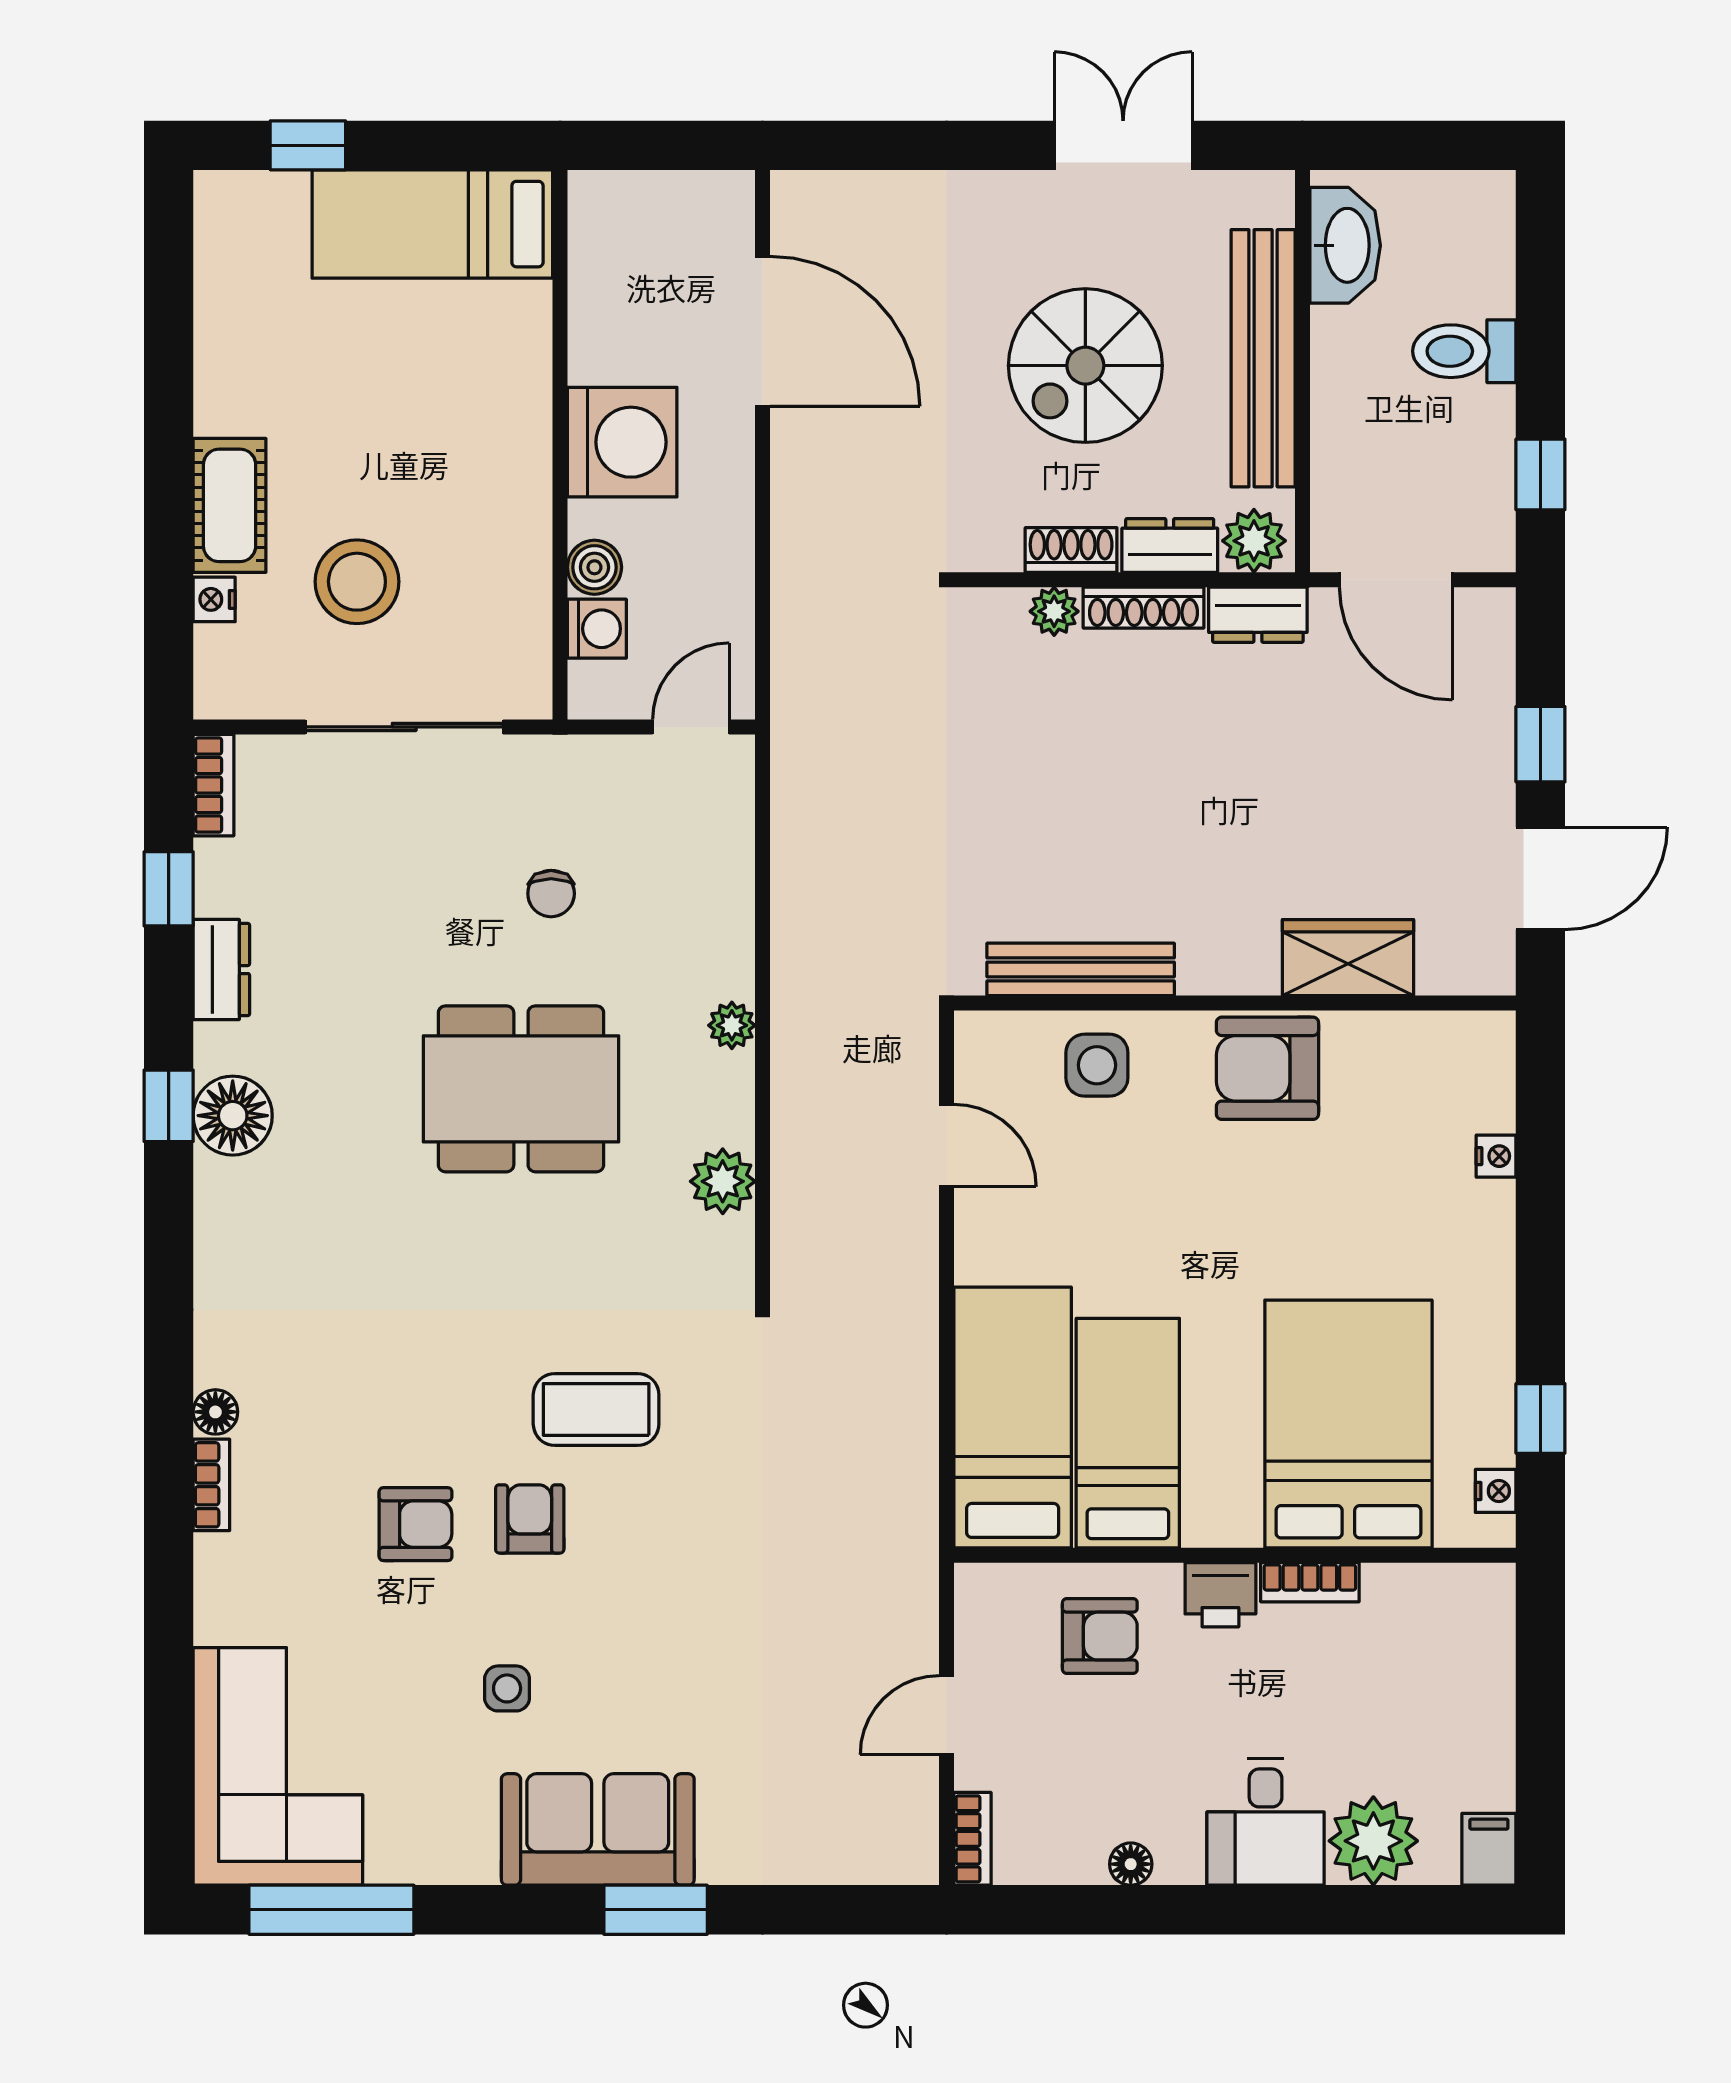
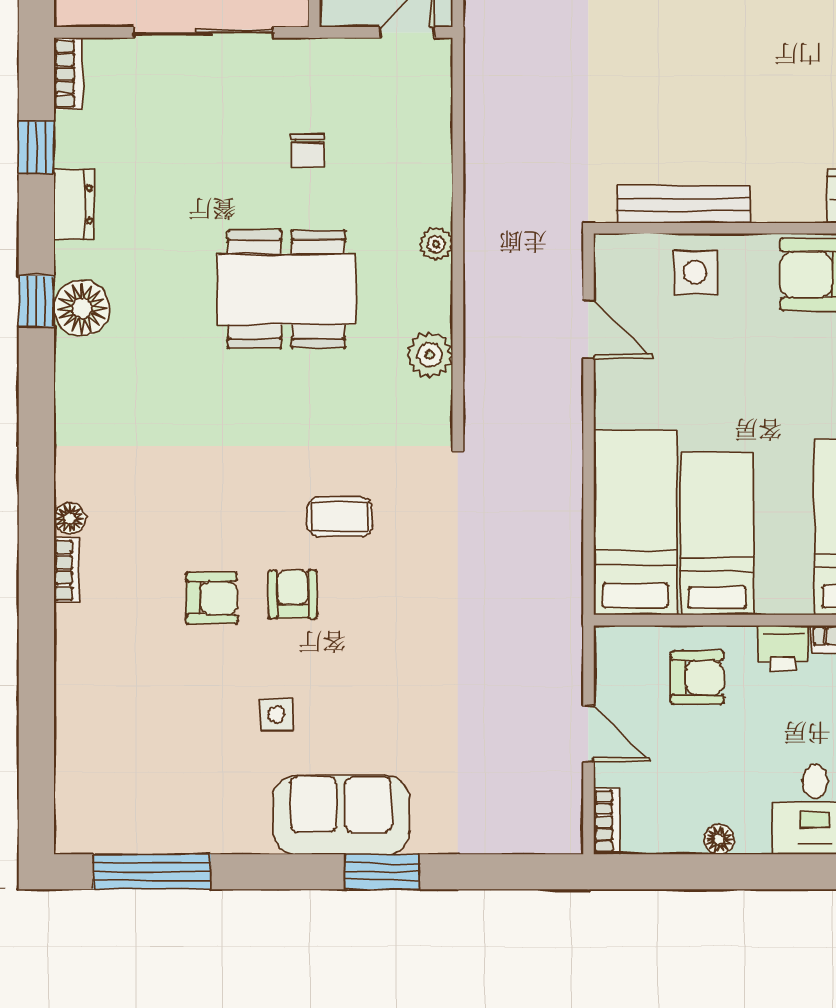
coffee table: (596, 1409) -> (340, 517), width x0.73, depth x0.77
door: (947, 1715) -> (588, 734), swing flipped
corner sofa: (278, 1766) -> (114, 770), removed

